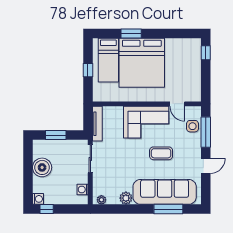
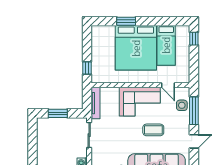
bed: (108, 60) -> (166, 45), moved
window: (88, 70) -> (87, 68), moved
boiler: (42, 167) -> (45, 143), removed

